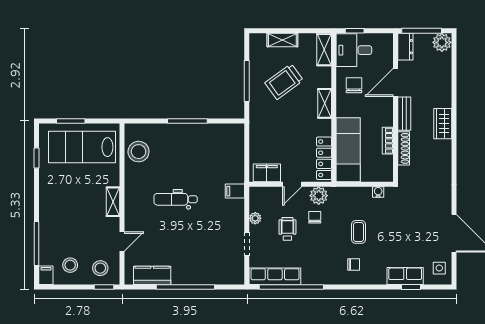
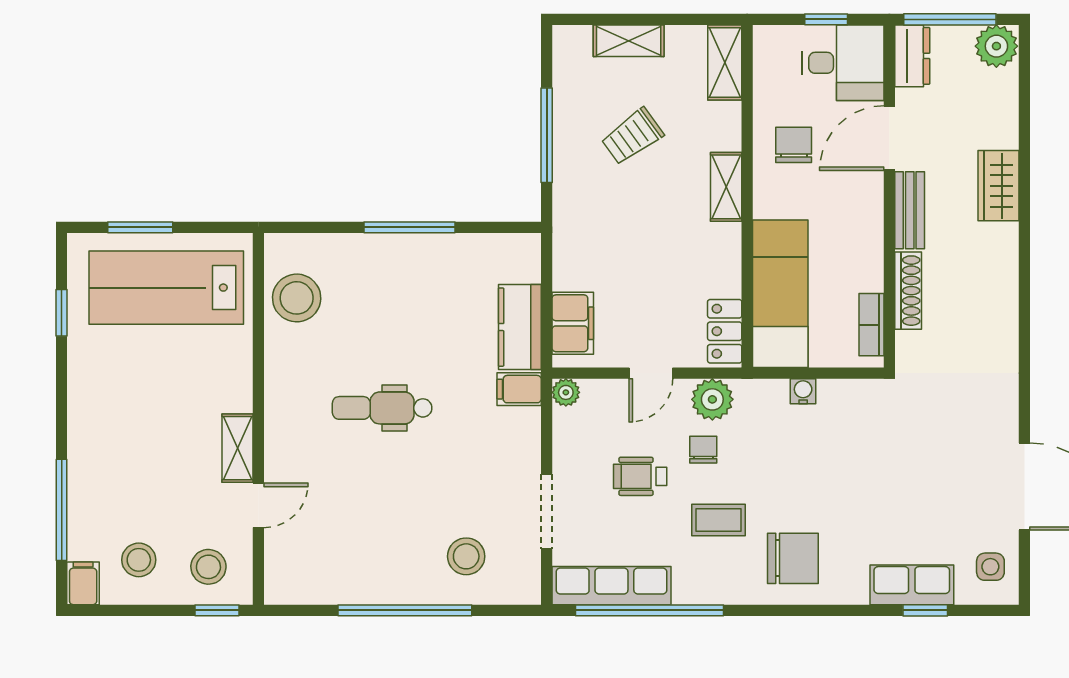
window: (355, 31) -> (826, 19), moved
desk: (354, 50) -> (843, 63), moved, turned 180
trolley: (284, 82) -> (632, 136), width x0.73, depth x0.72
wardrobe: (443, 124) -> (999, 186), moved
bookcase: (388, 141) -> (871, 325), moved
locker: (324, 158) -> (725, 331), width x0.66
filing cabinet: (267, 173) -> (573, 323), moved, turned 90
water cooler: (378, 192) -> (803, 391), moved
shelving: (113, 202) -> (238, 448), moved
plant: (255, 218) -> (566, 392), moved
wheelchair: (287, 229) -> (640, 476), turned -90
coffee table: (359, 232) -> (719, 520), moved, turned 90
doorway: (247, 244) -> (547, 511), width x1.38
stool: (212, 264) -> (466, 556), added
chair: (354, 264) -> (793, 558), width x1.87, depth x1.87
kitchen counter: (152, 275) -> (520, 327), moved, turned -90

